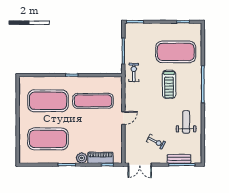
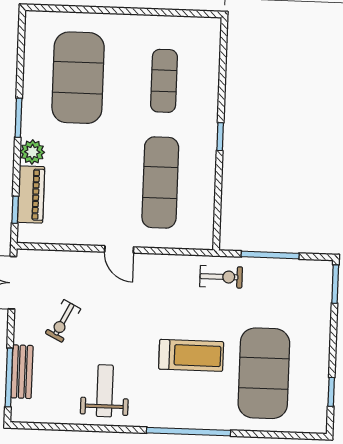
treadmill: (169, 84) -> (191, 355), turned 180
exercise mat: (48, 101) -> (164, 81), width x0.50, depth x0.69
weight bench: (186, 122) -> (105, 391), turned -90

